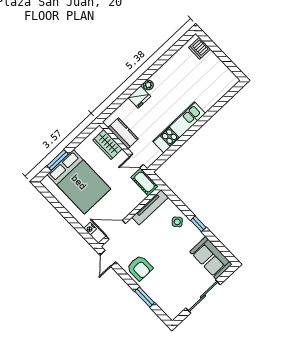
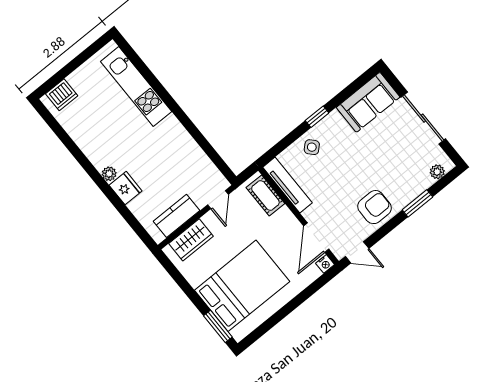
kitchen unit: (179, 127) -> (136, 86), moved
window: (58, 160) -> (218, 326), moved
cot: (144, 182) -> (265, 195), moved, turned 90
nightstand: (90, 229) -> (325, 264), moved
plant: (167, 309) -> (437, 172), added

